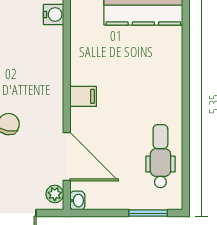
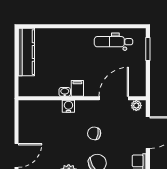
water cooler: (54, 14) -> (68, 106), moved
washbasin: (77, 201) -> (65, 92), moved

